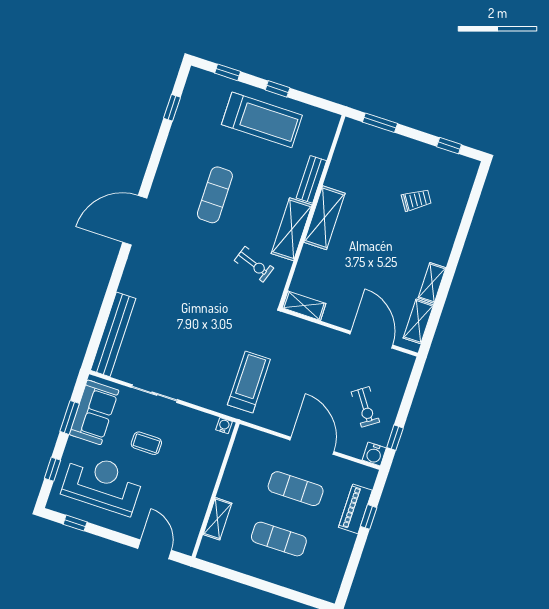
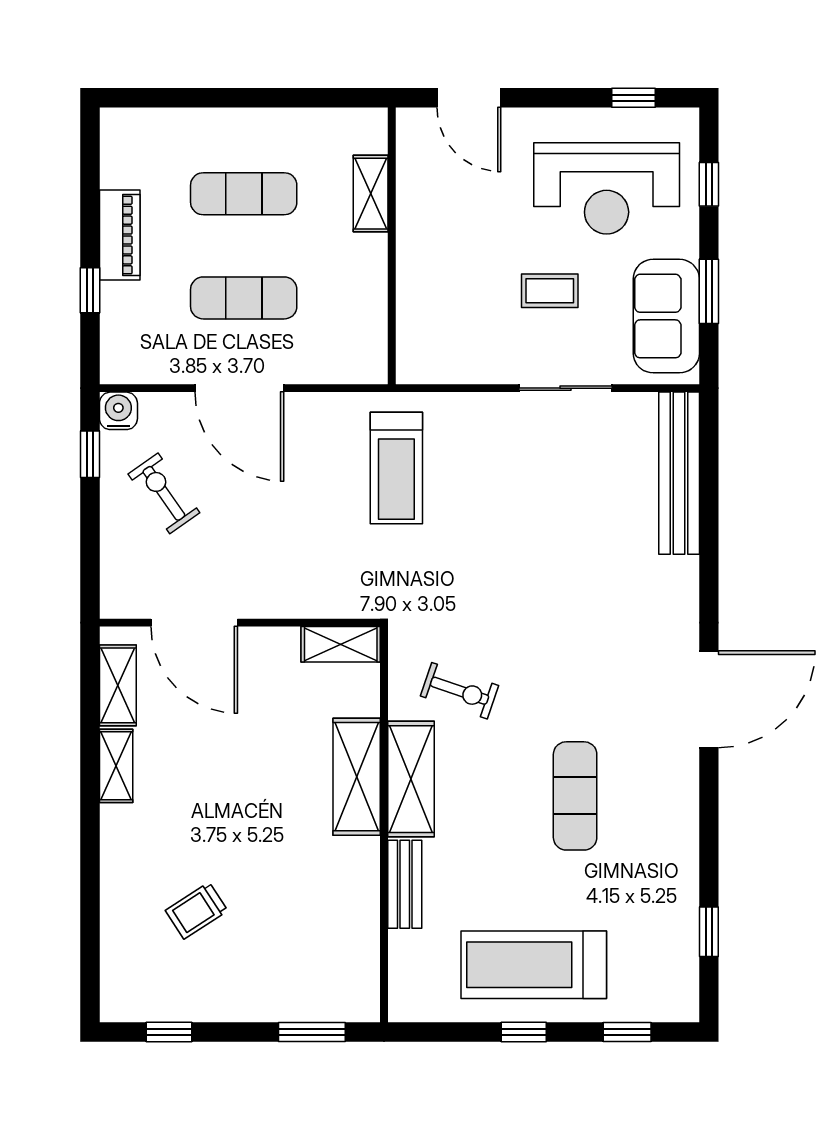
shelving: (325, 218) -> (357, 777), moved
exercise bike: (254, 264) -> (460, 691), turned 180
water cooler: (224, 426) -> (416, 371), removed
piano: (355, 509) -> (120, 235), moved

